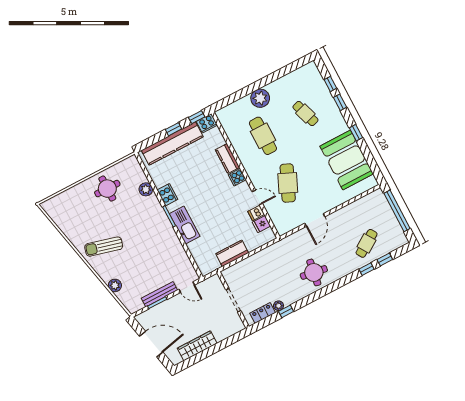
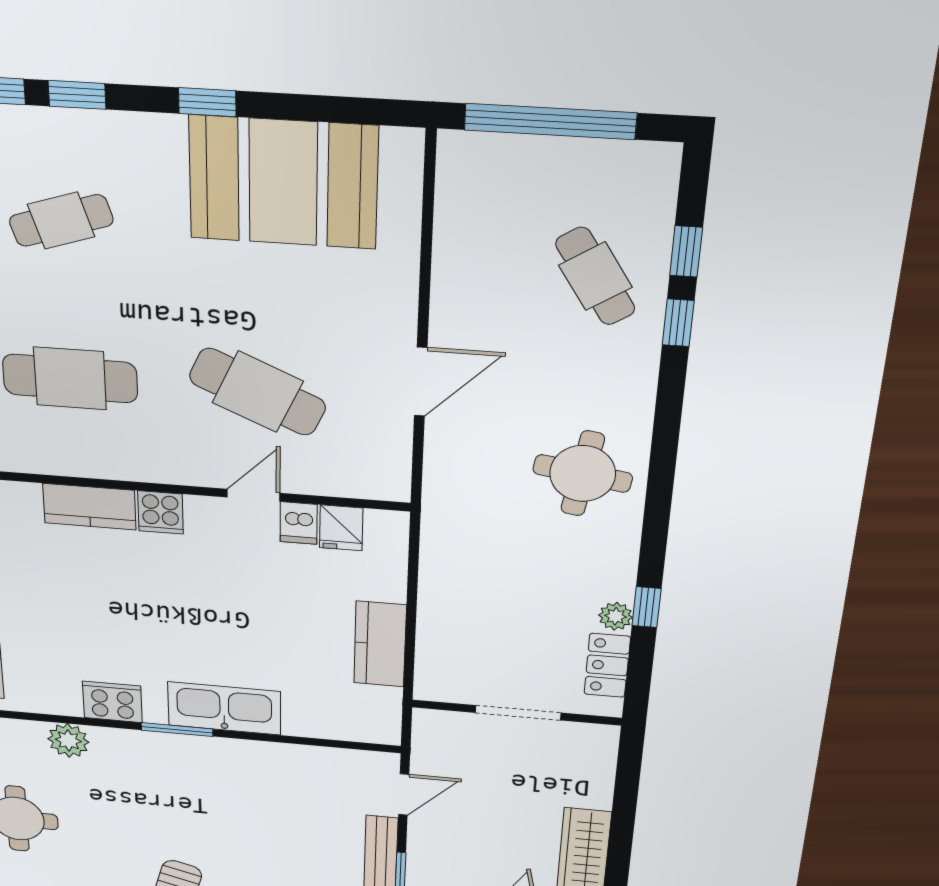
door: (315, 220) -> (421, 382), hinge flipped

